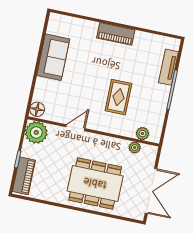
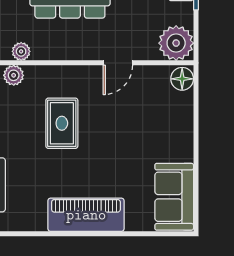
piano: (116, 34) -> (86, 215), width x1.37, depth x1.33
sofa: (53, 57) -> (174, 197), moved

